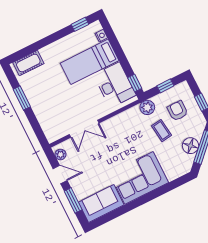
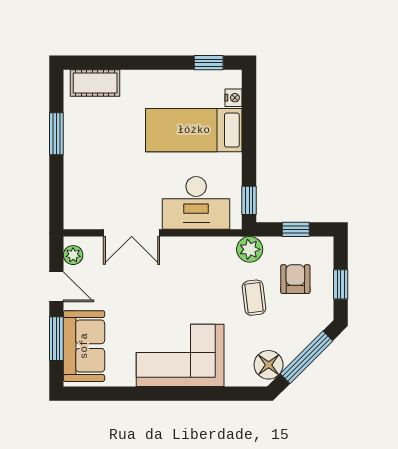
desk: (115, 85) -> (196, 203), moved, turned 90
floor lamp: (190, 146) -> (269, 365), moved
sofa: (101, 204) -> (84, 346), moved, turned 90

